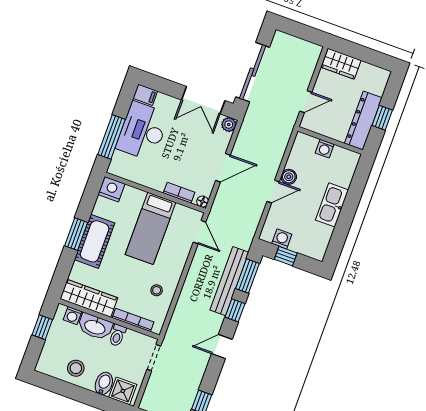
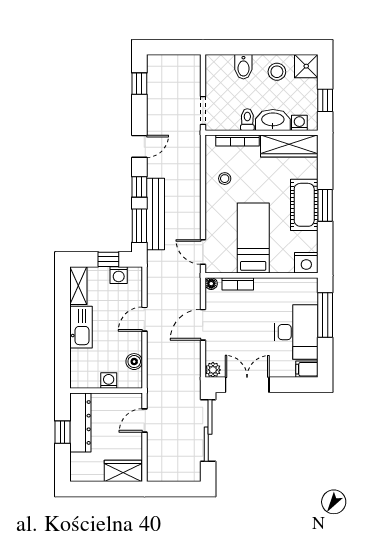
boiler: (289, 177) -> (134, 362), moved
shelving: (321, 243) -> (78, 286), added
shower: (123, 391) -> (306, 66), moved

